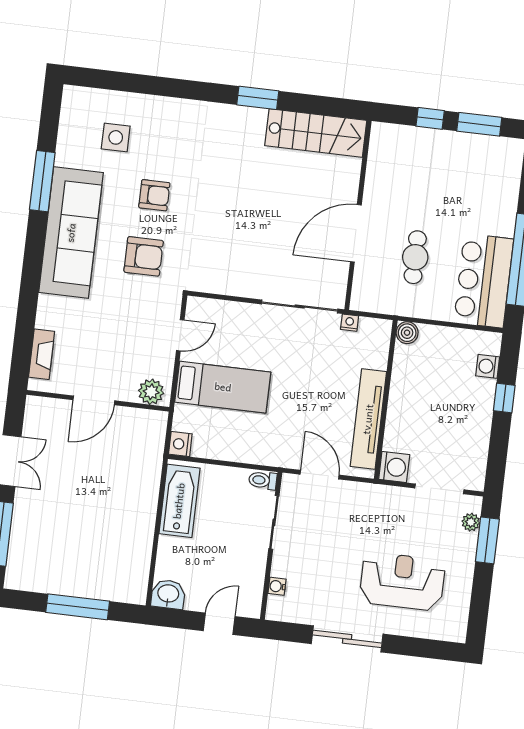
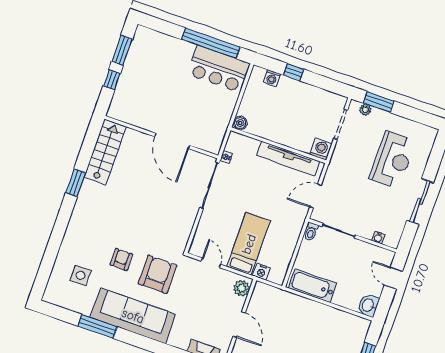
armchair: (144, 256) -> (157, 274), width x1.36, depth x1.36
cafe table: (415, 257) -> (195, 108), removed
nightstand: (180, 444) -> (261, 272), moved
reception desk: (402, 581) -> (392, 160), turned 180

